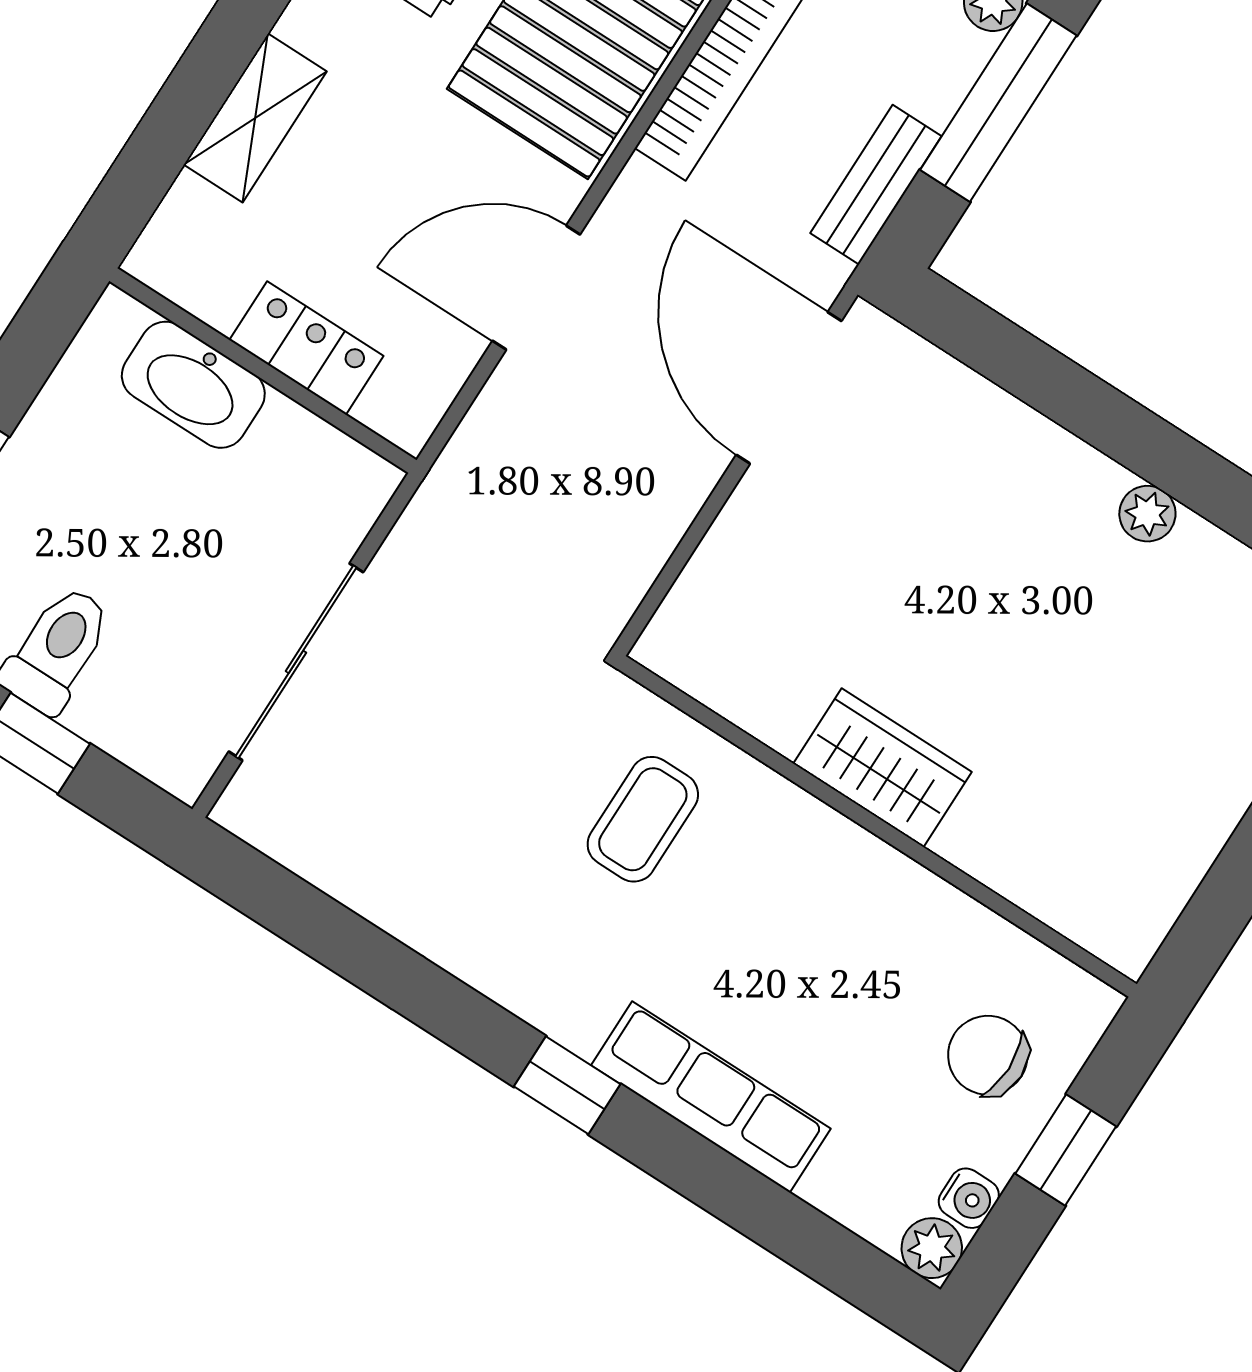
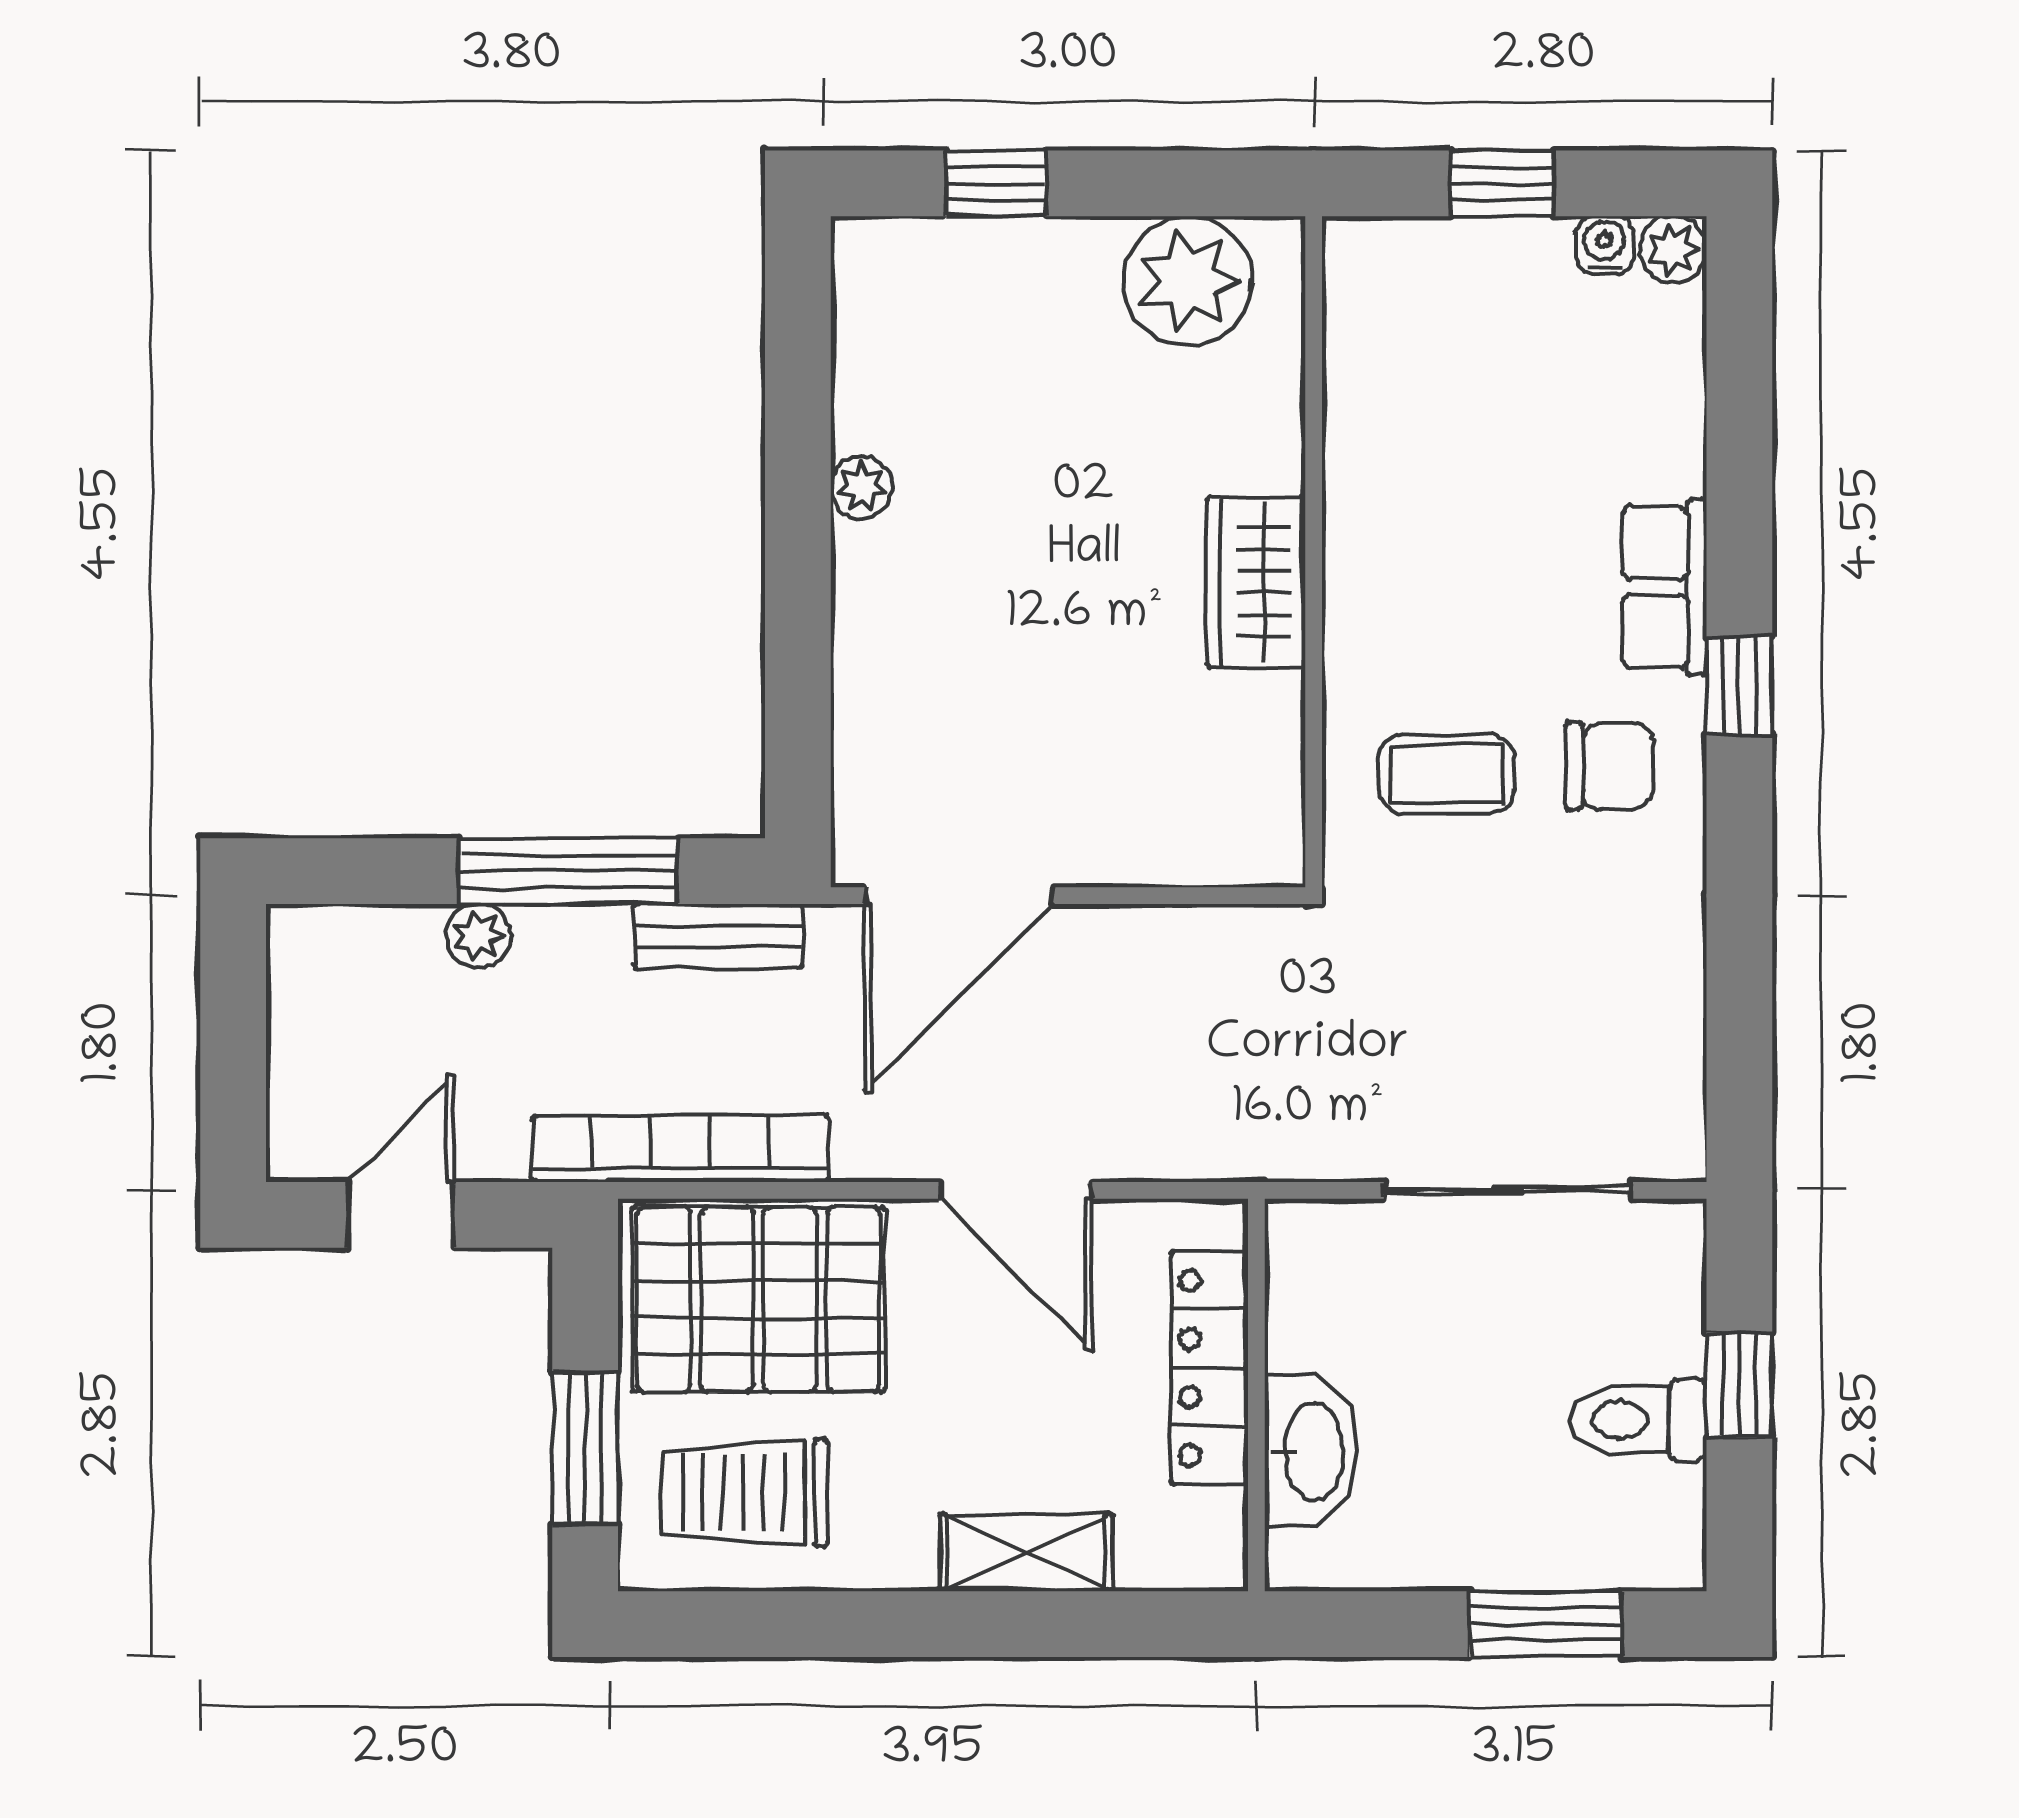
locker: (306, 348) -> (1209, 1368), width x1.53
plant: (1145, 863) -> (1188, 281), added
chair: (988, 1055) -> (1609, 766), moved, turned -90
row of seats: (711, 1097) -> (1664, 587), width x0.68

